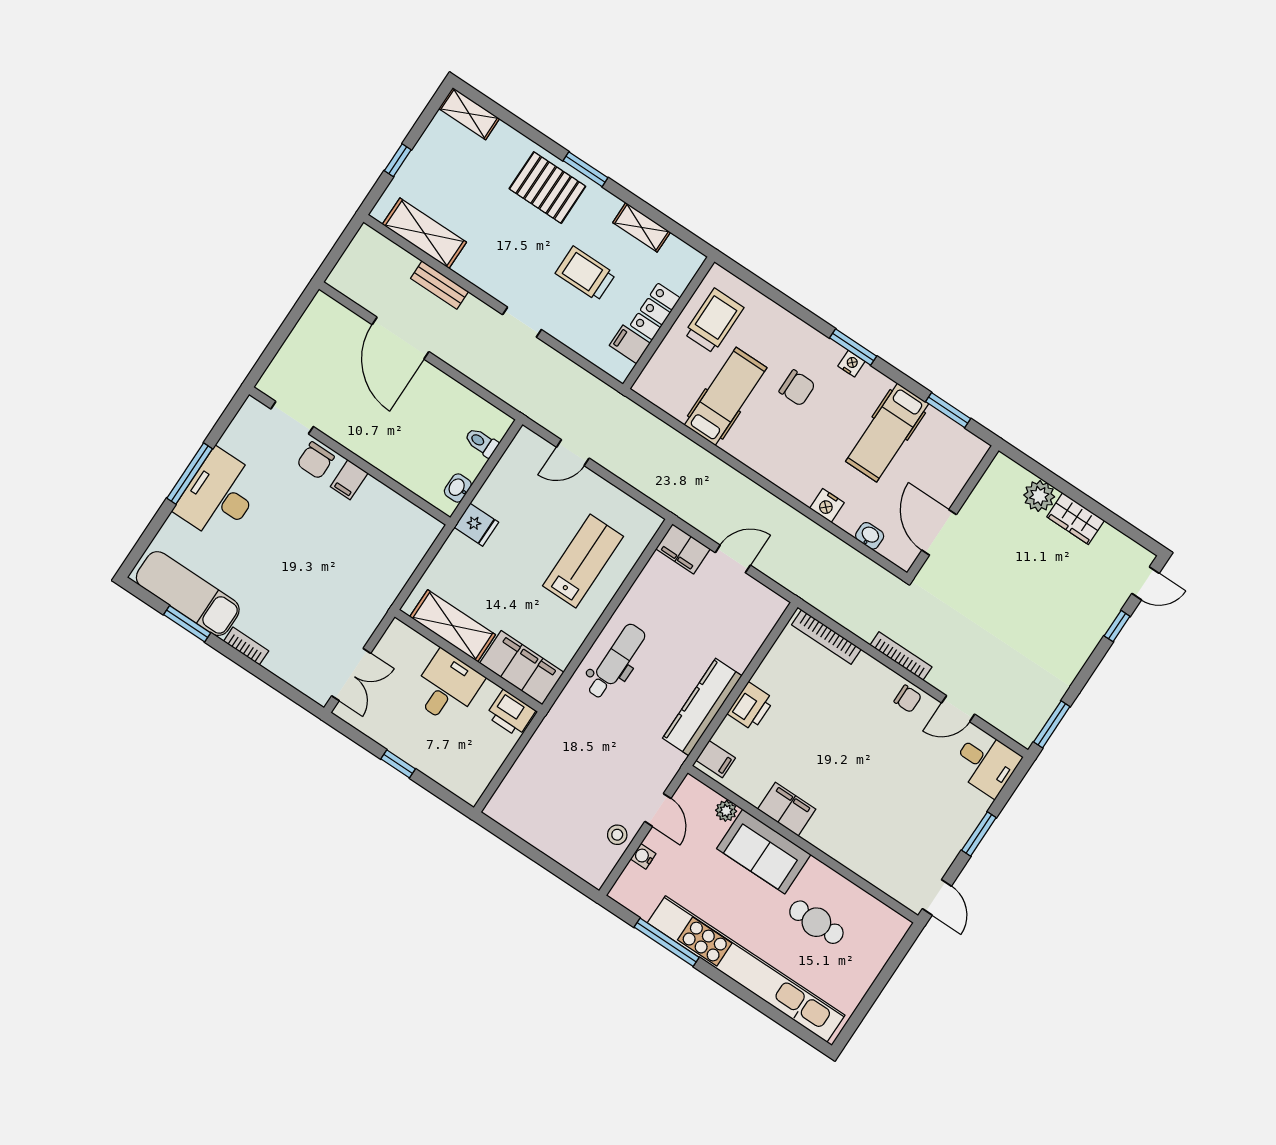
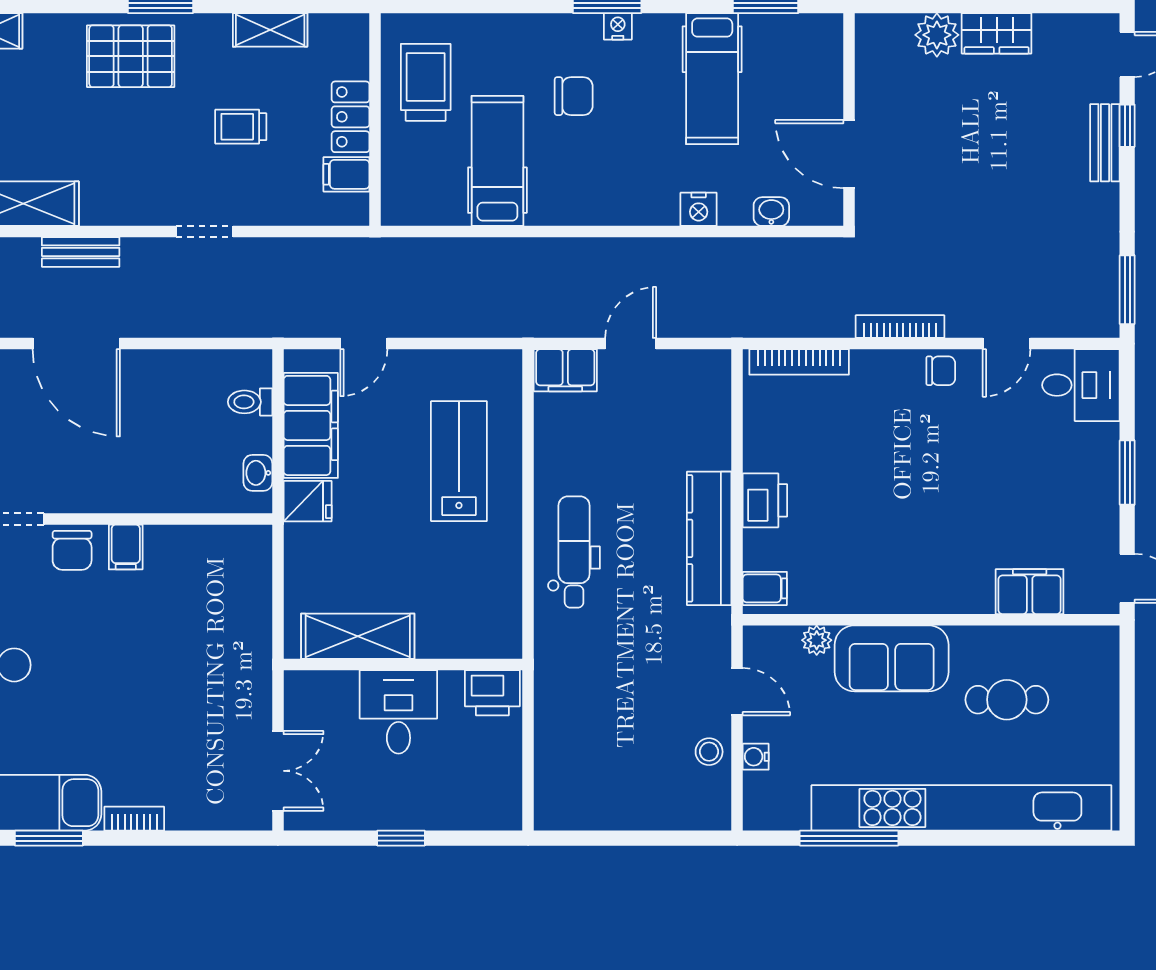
trolley: (585, 274) -> (241, 127), width x0.73, depth x0.72
bench: (1097, 627) -> (1105, 143), added
filing cabinet: (522, 668) -> (311, 425), moved, turned 90
filing cabinet: (787, 809) -> (1030, 592), moved

